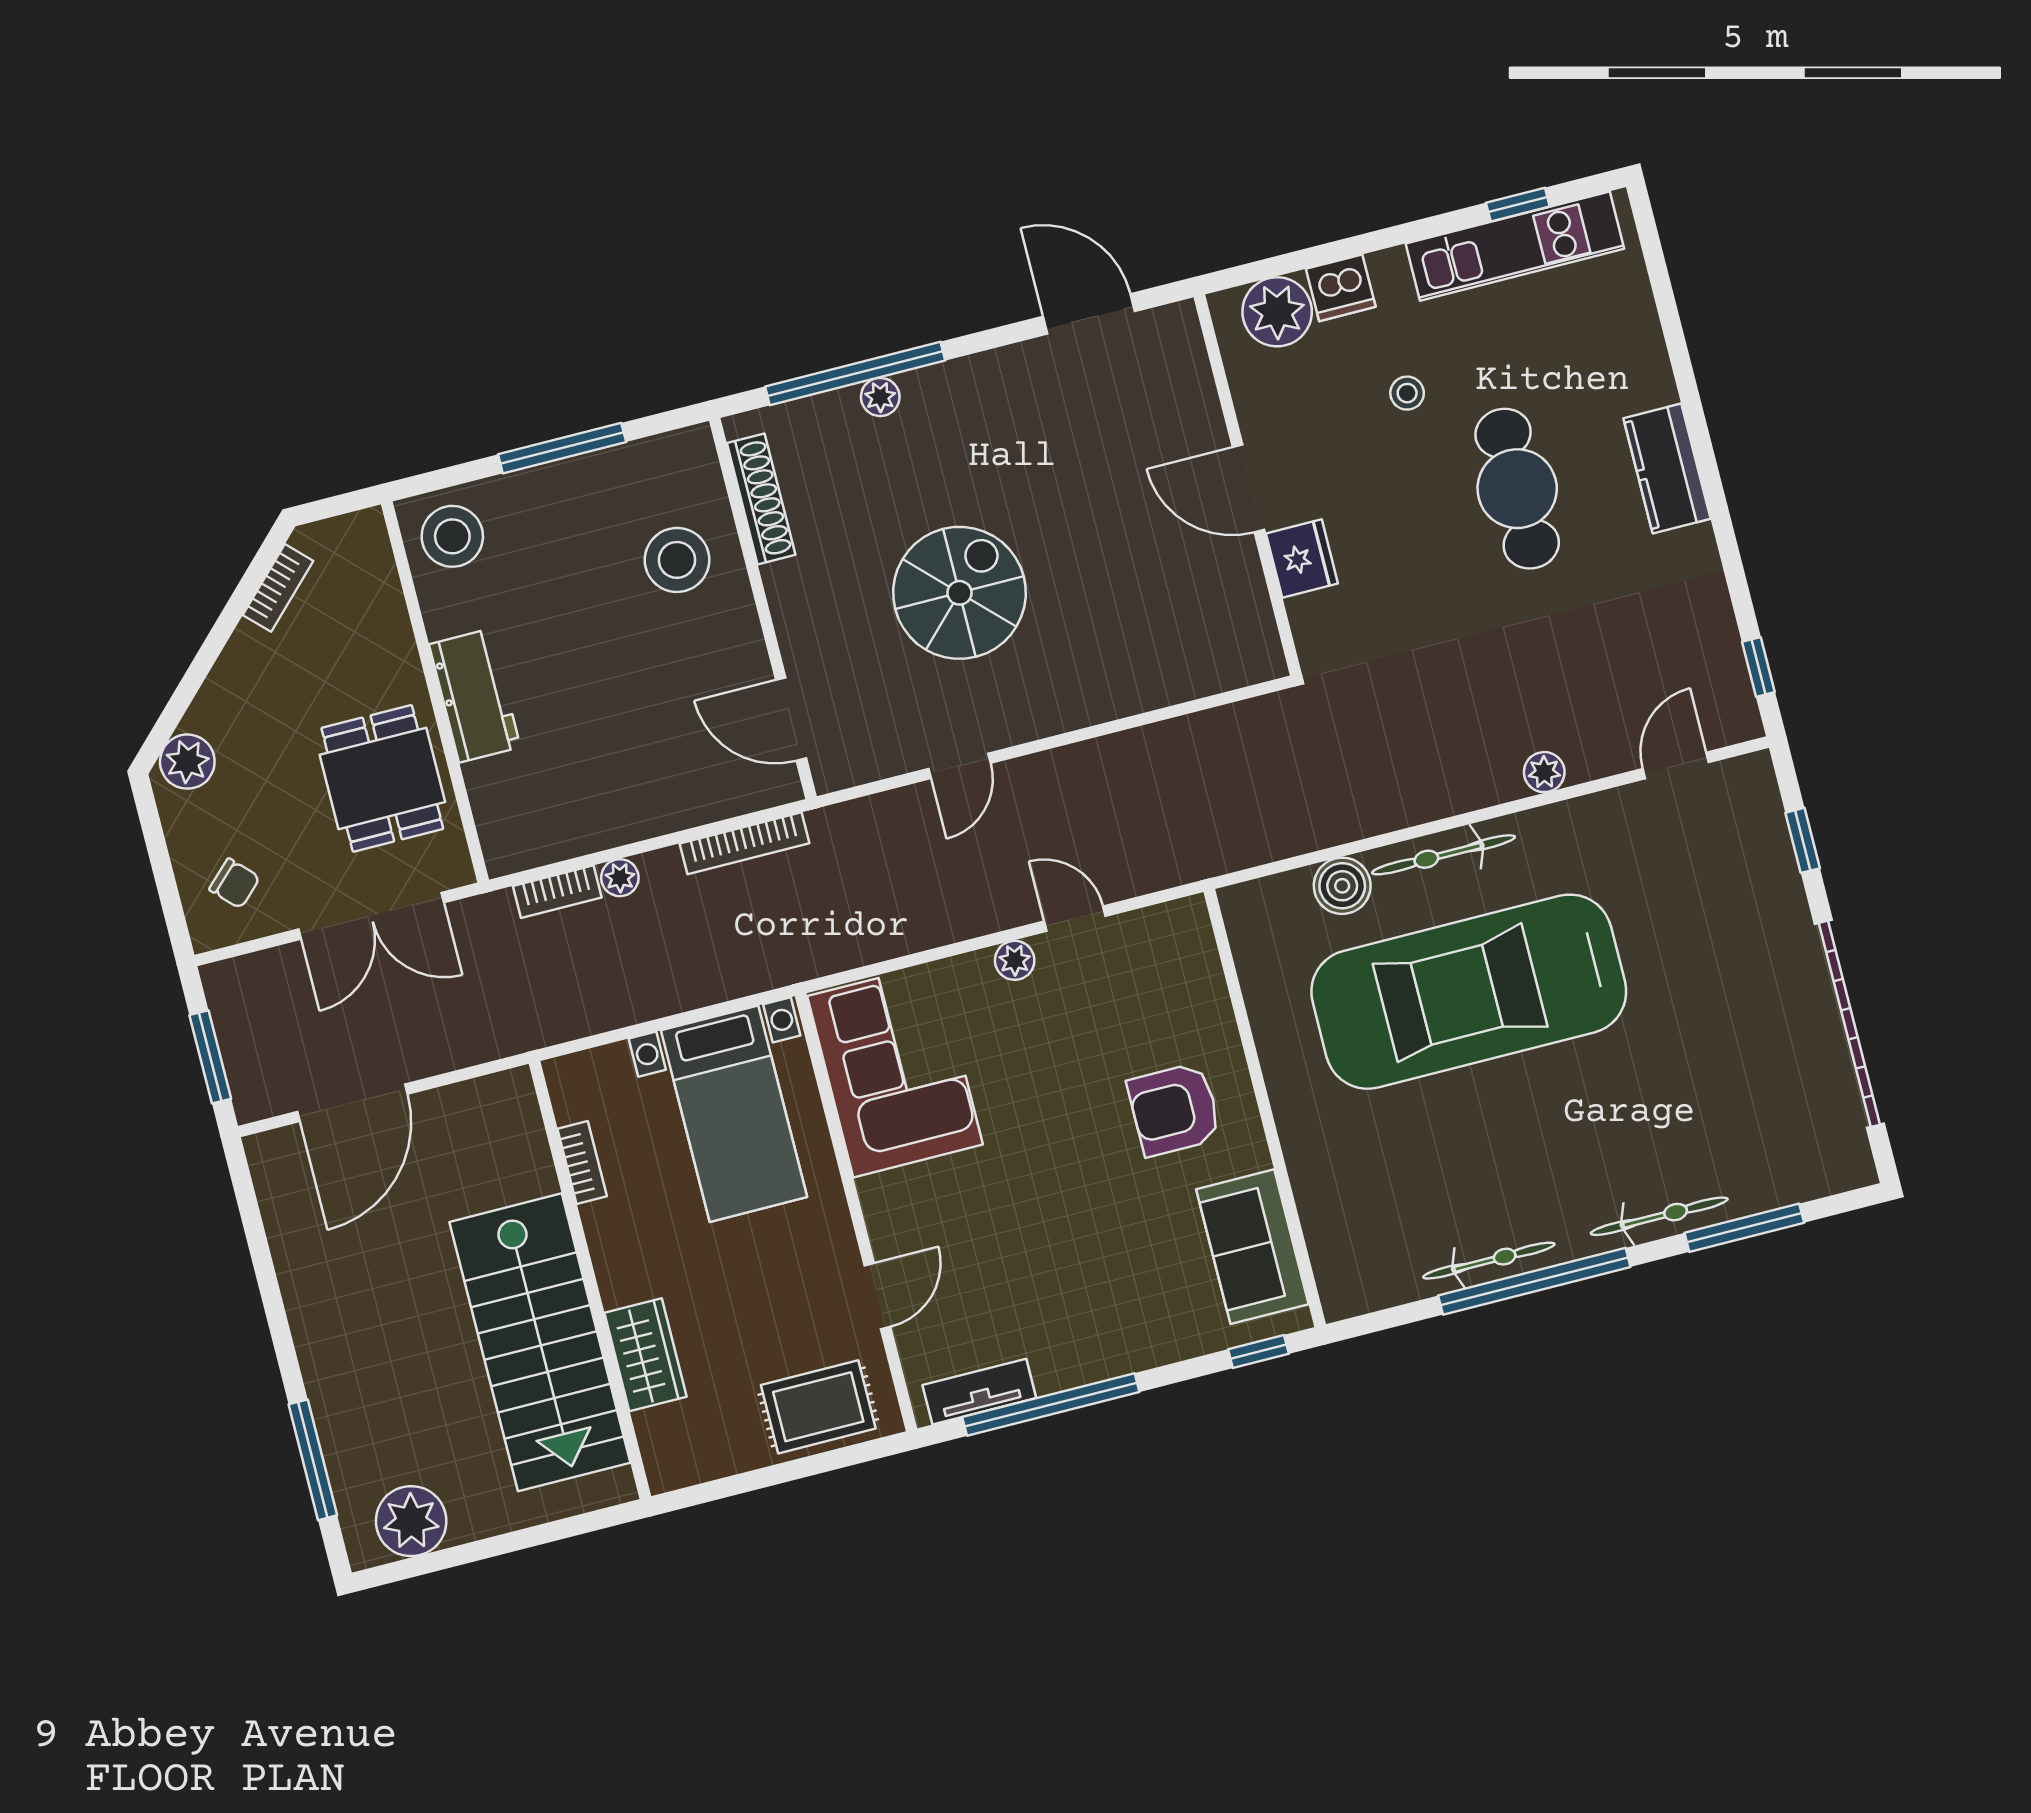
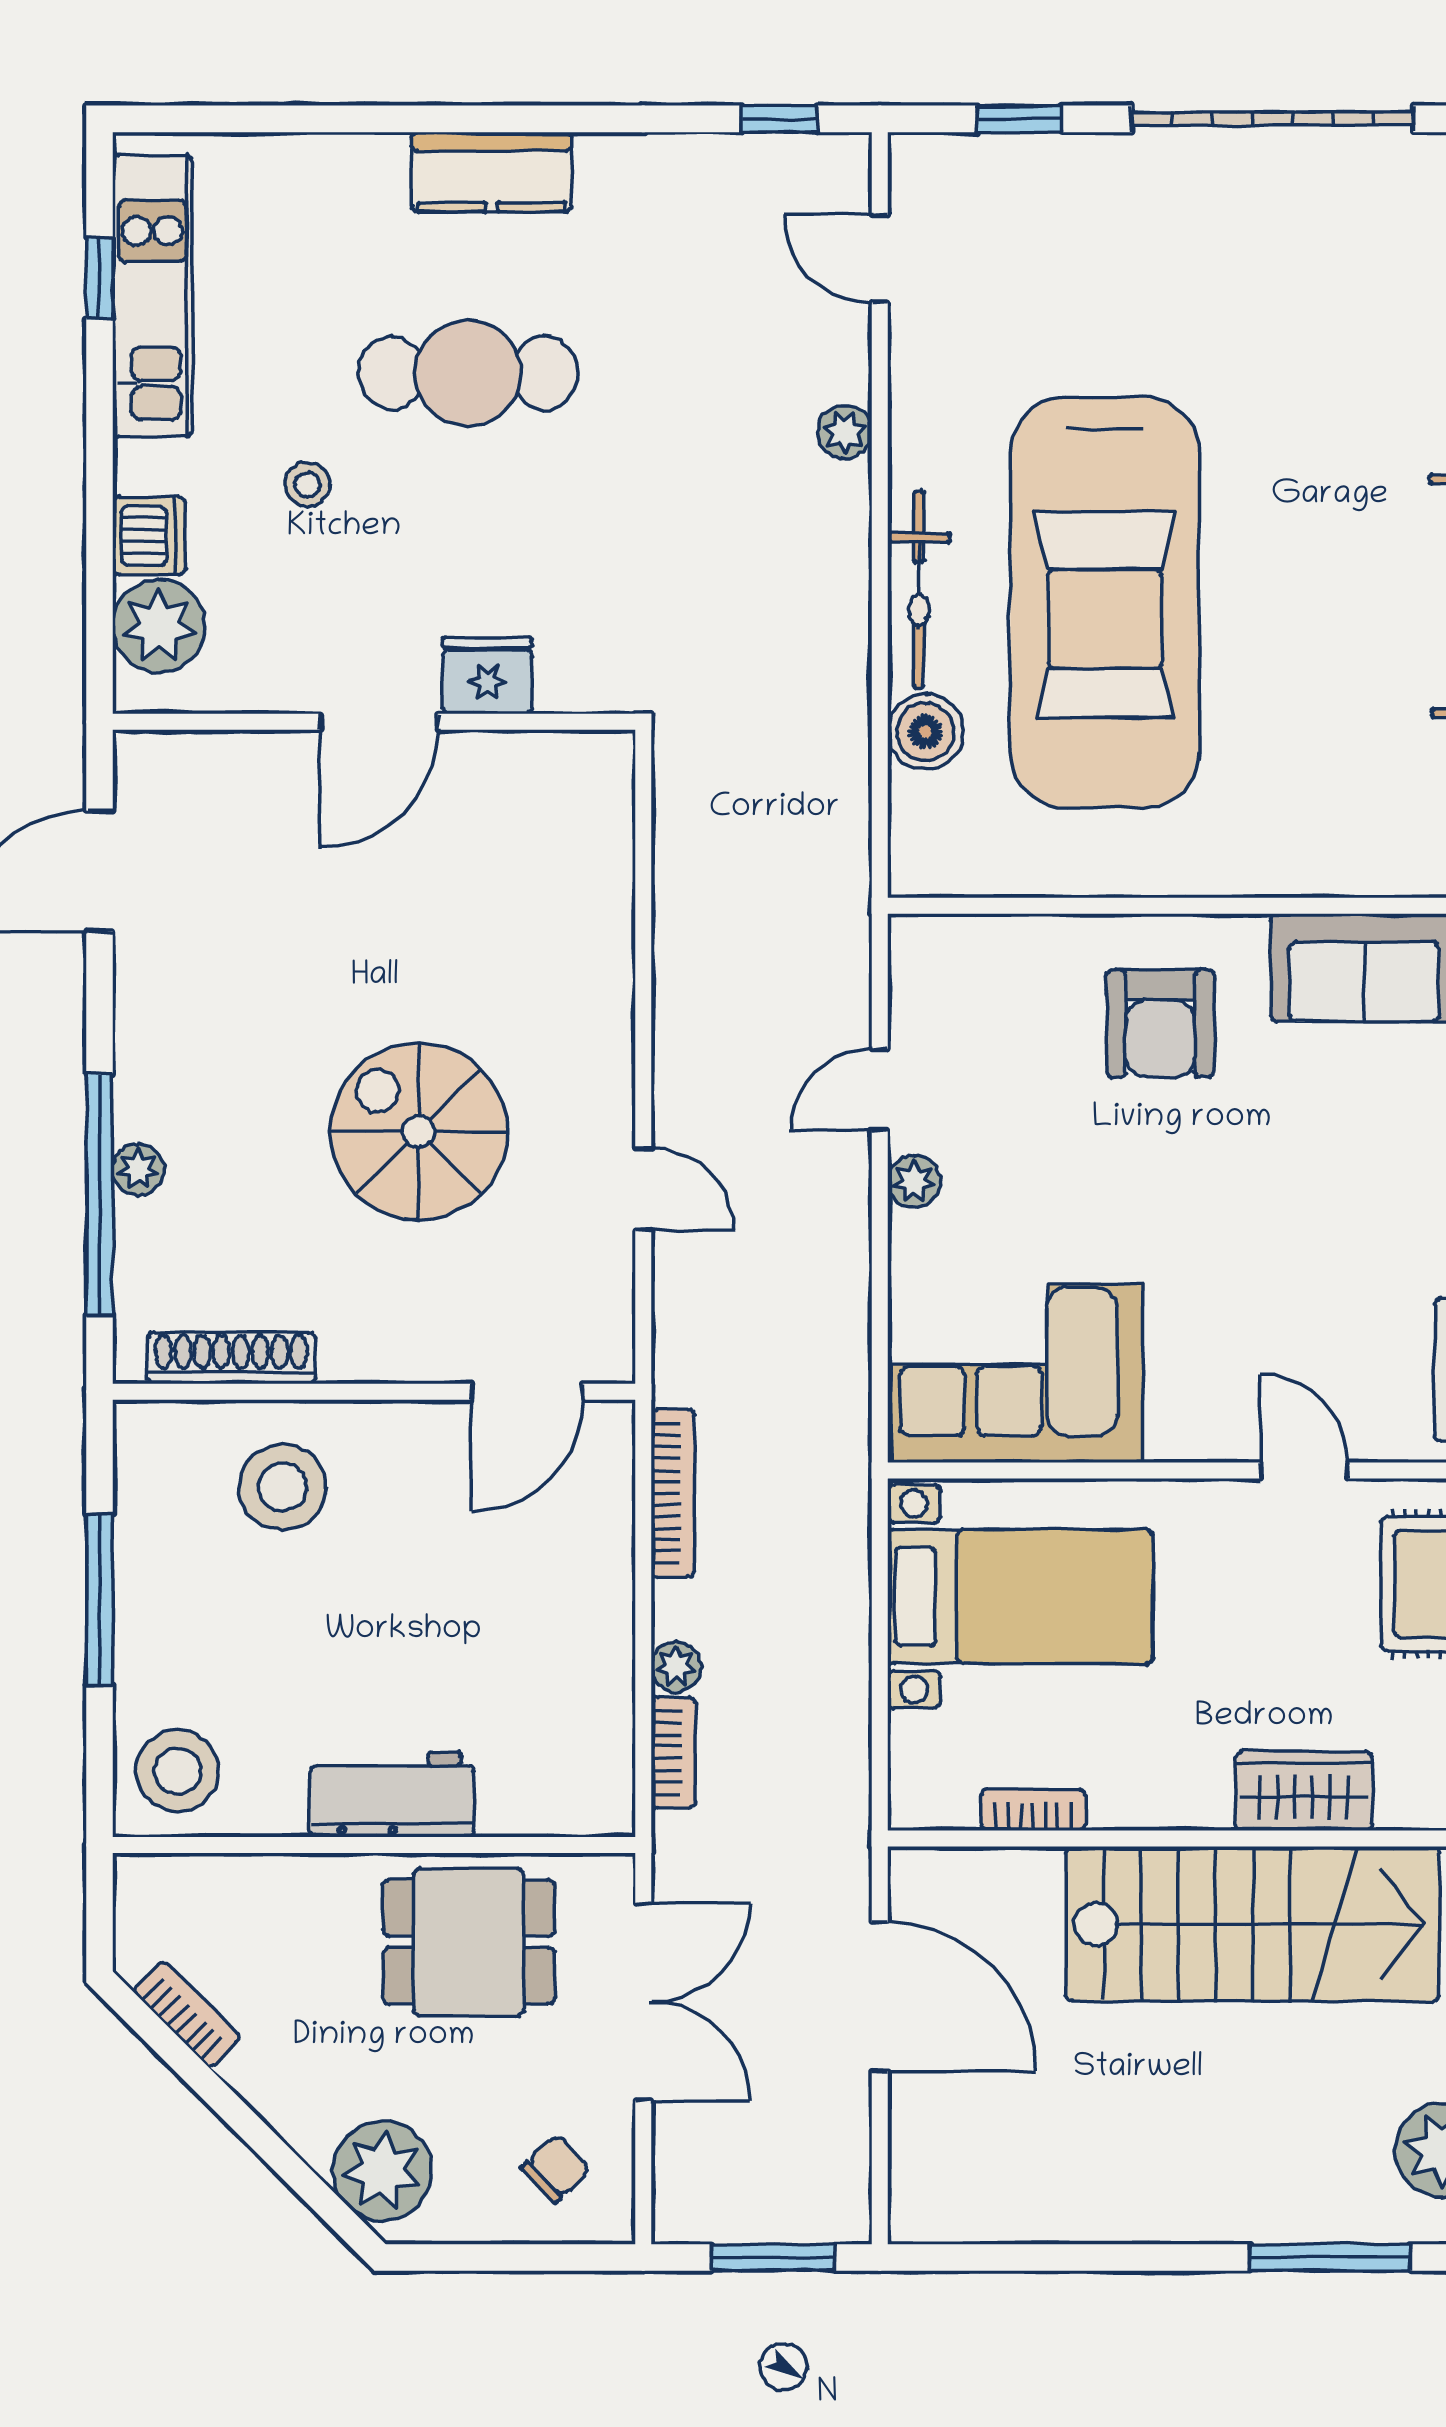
plant: (187, 762) -> (382, 2171), width x1.36, depth x1.36
door: (352, 1103) -> (880, 1997), moved

